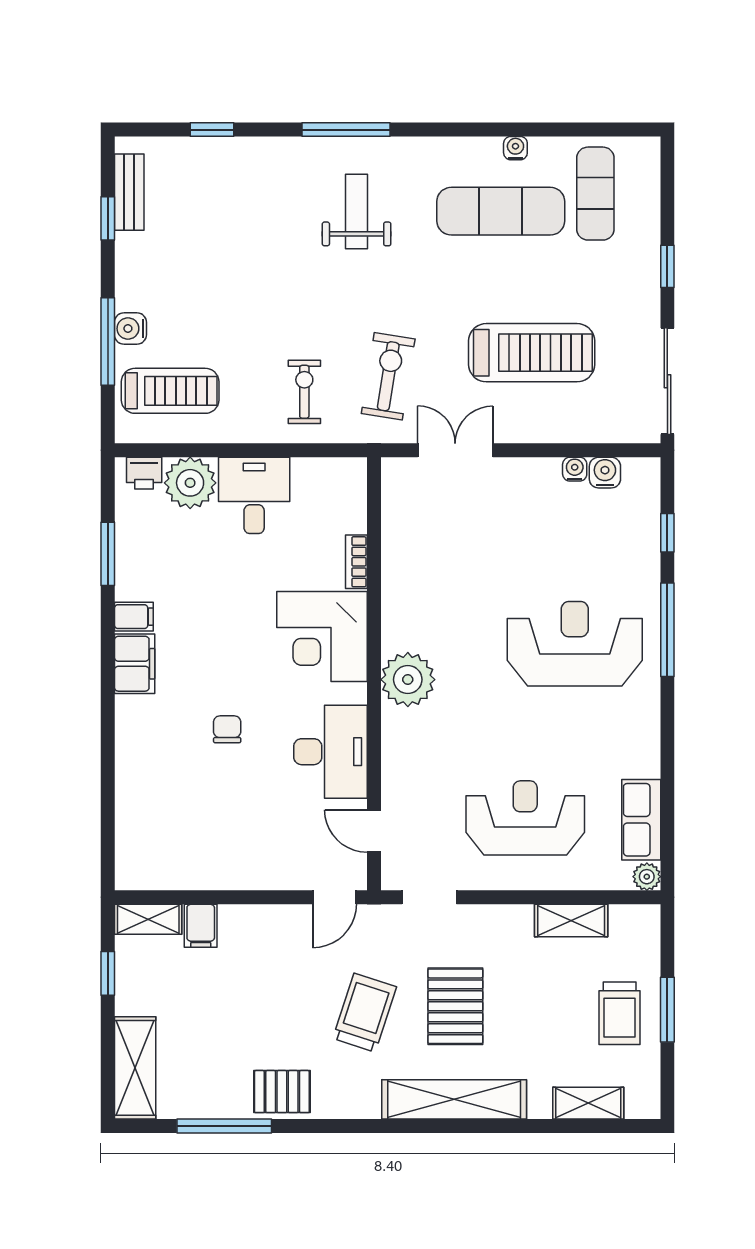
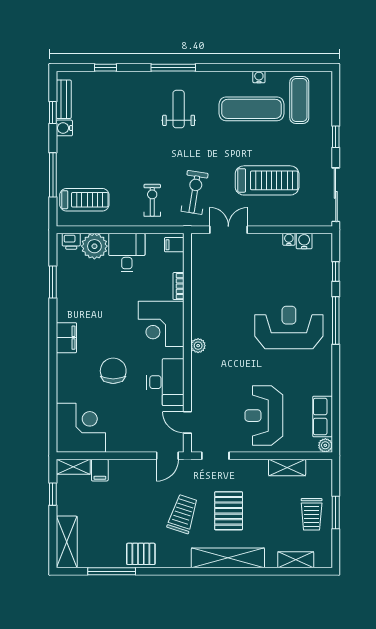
water cooler: (130, 329) -> (64, 128), moved
filing cabinet: (134, 617) -> (174, 245), moved, turned 180
plant: (408, 680) -> (198, 346), width x0.53, depth x0.53
chair: (227, 729) -> (113, 371), width x1.87, depth x1.87
reception desk: (525, 818) -> (264, 416), turned -90
corner desk: (163, 842) -> (81, 428), added

